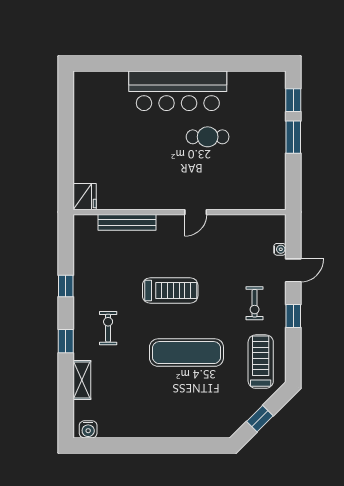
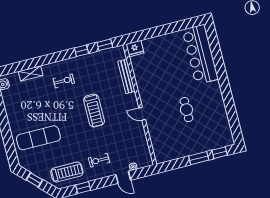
bar counter: (178, 91) -> (200, 54), moved
window: (293, 316) -> (83, 188), moved
window: (66, 341) -> (105, 45), moved
exercise mat: (186, 353) -> (38, 138), moved, turned 90

